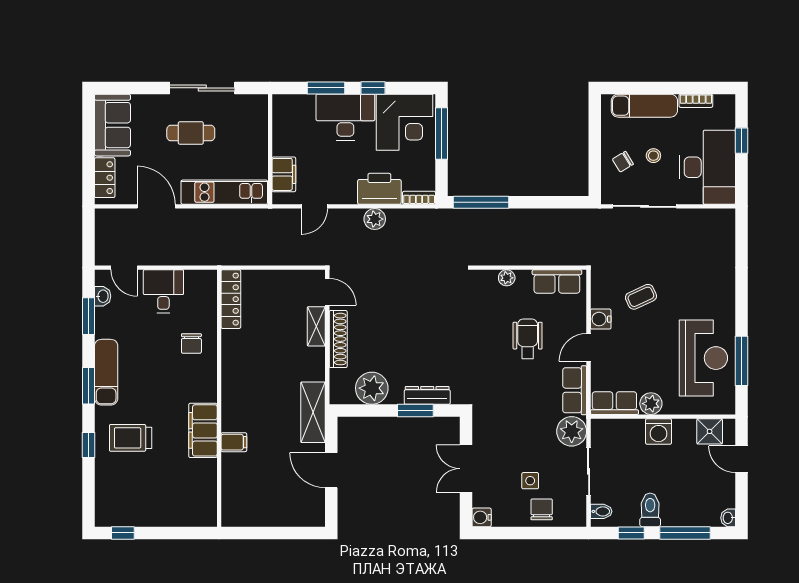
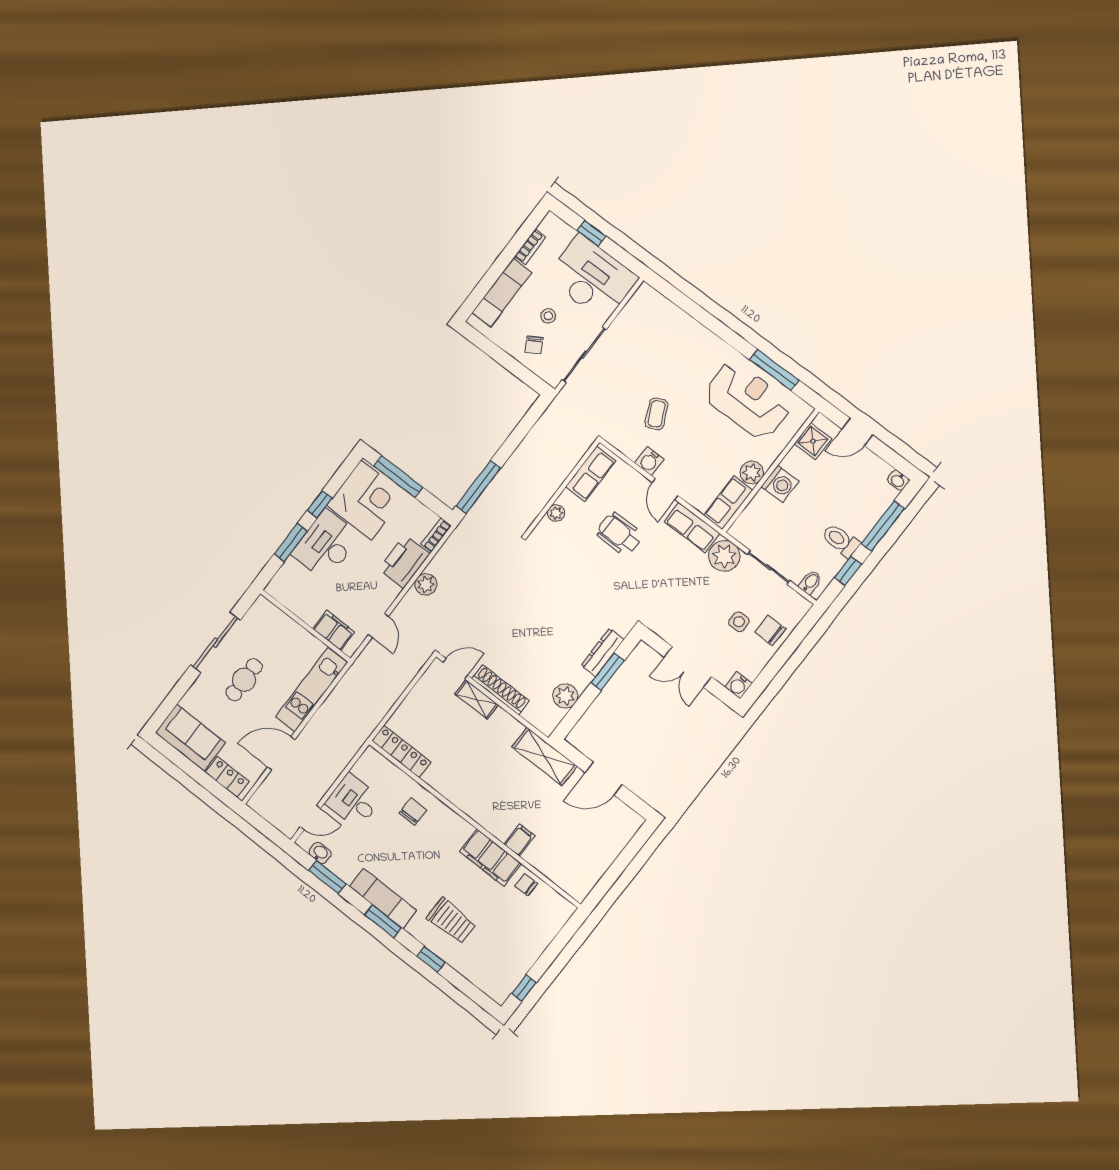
chair: (191, 343) -> (413, 811), turned -90
plant: (372, 388) -> (565, 696), width x0.73, depth x0.73
trolley: (131, 438) -> (451, 921), turned -90
chair: (204, 474) -> (526, 885), added

